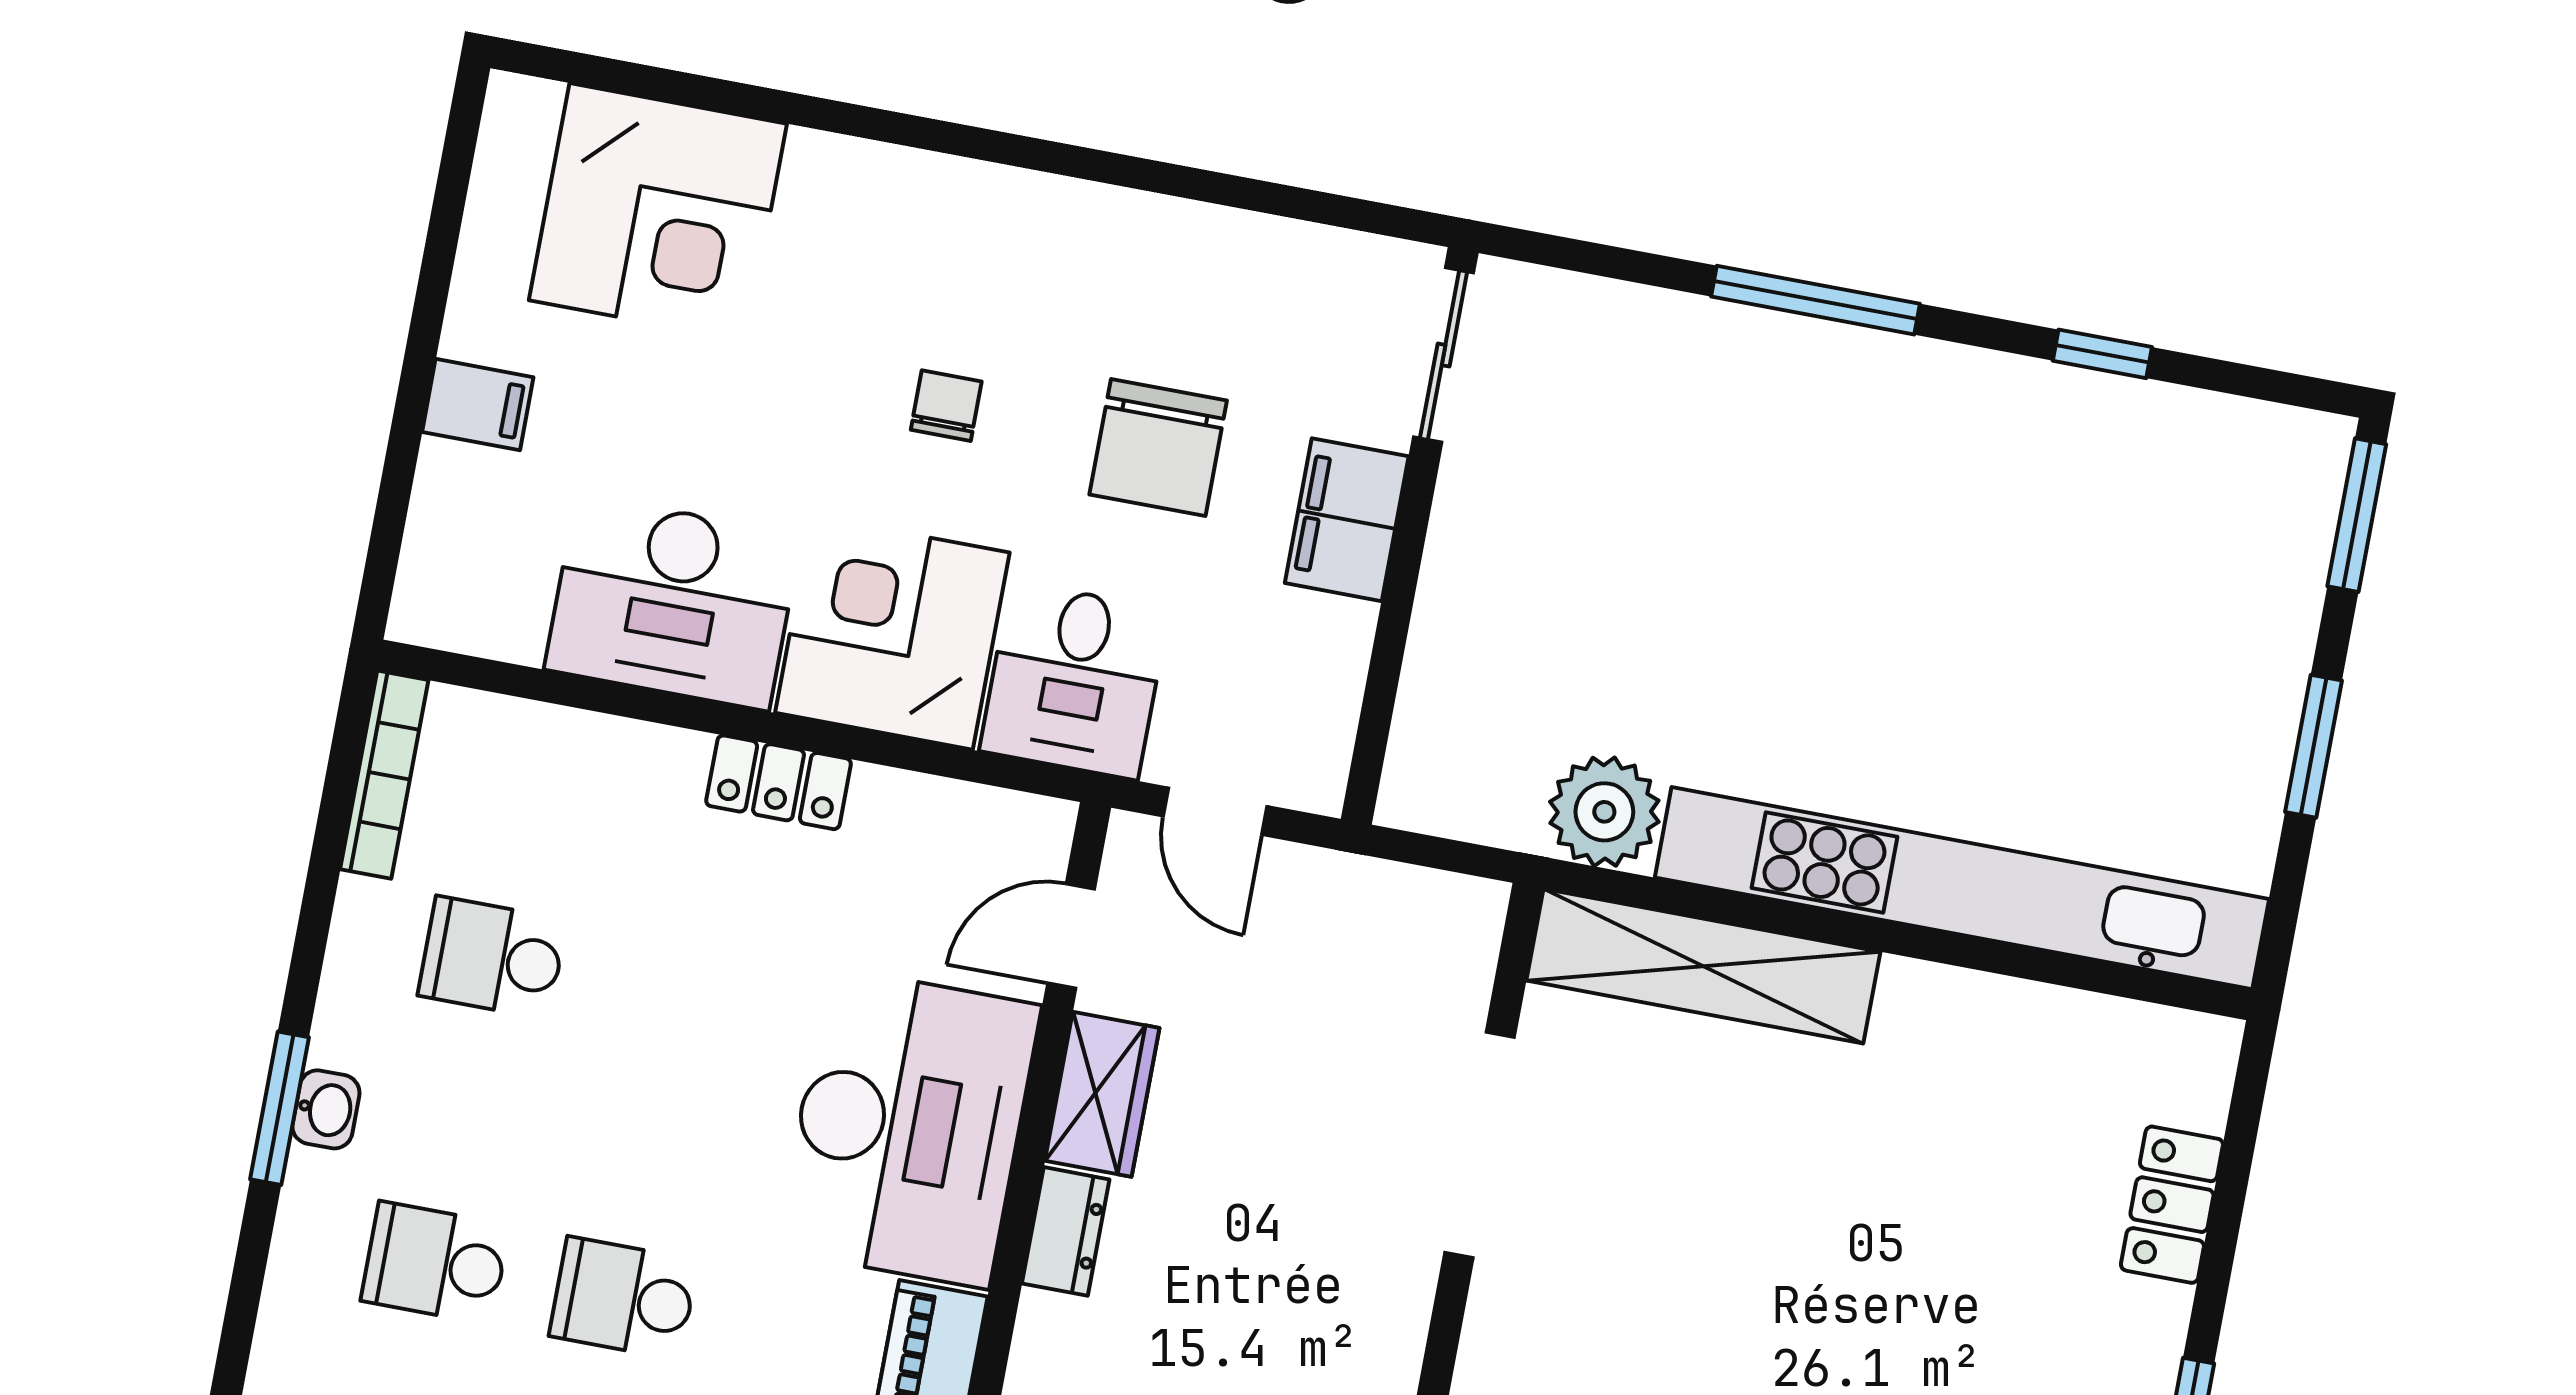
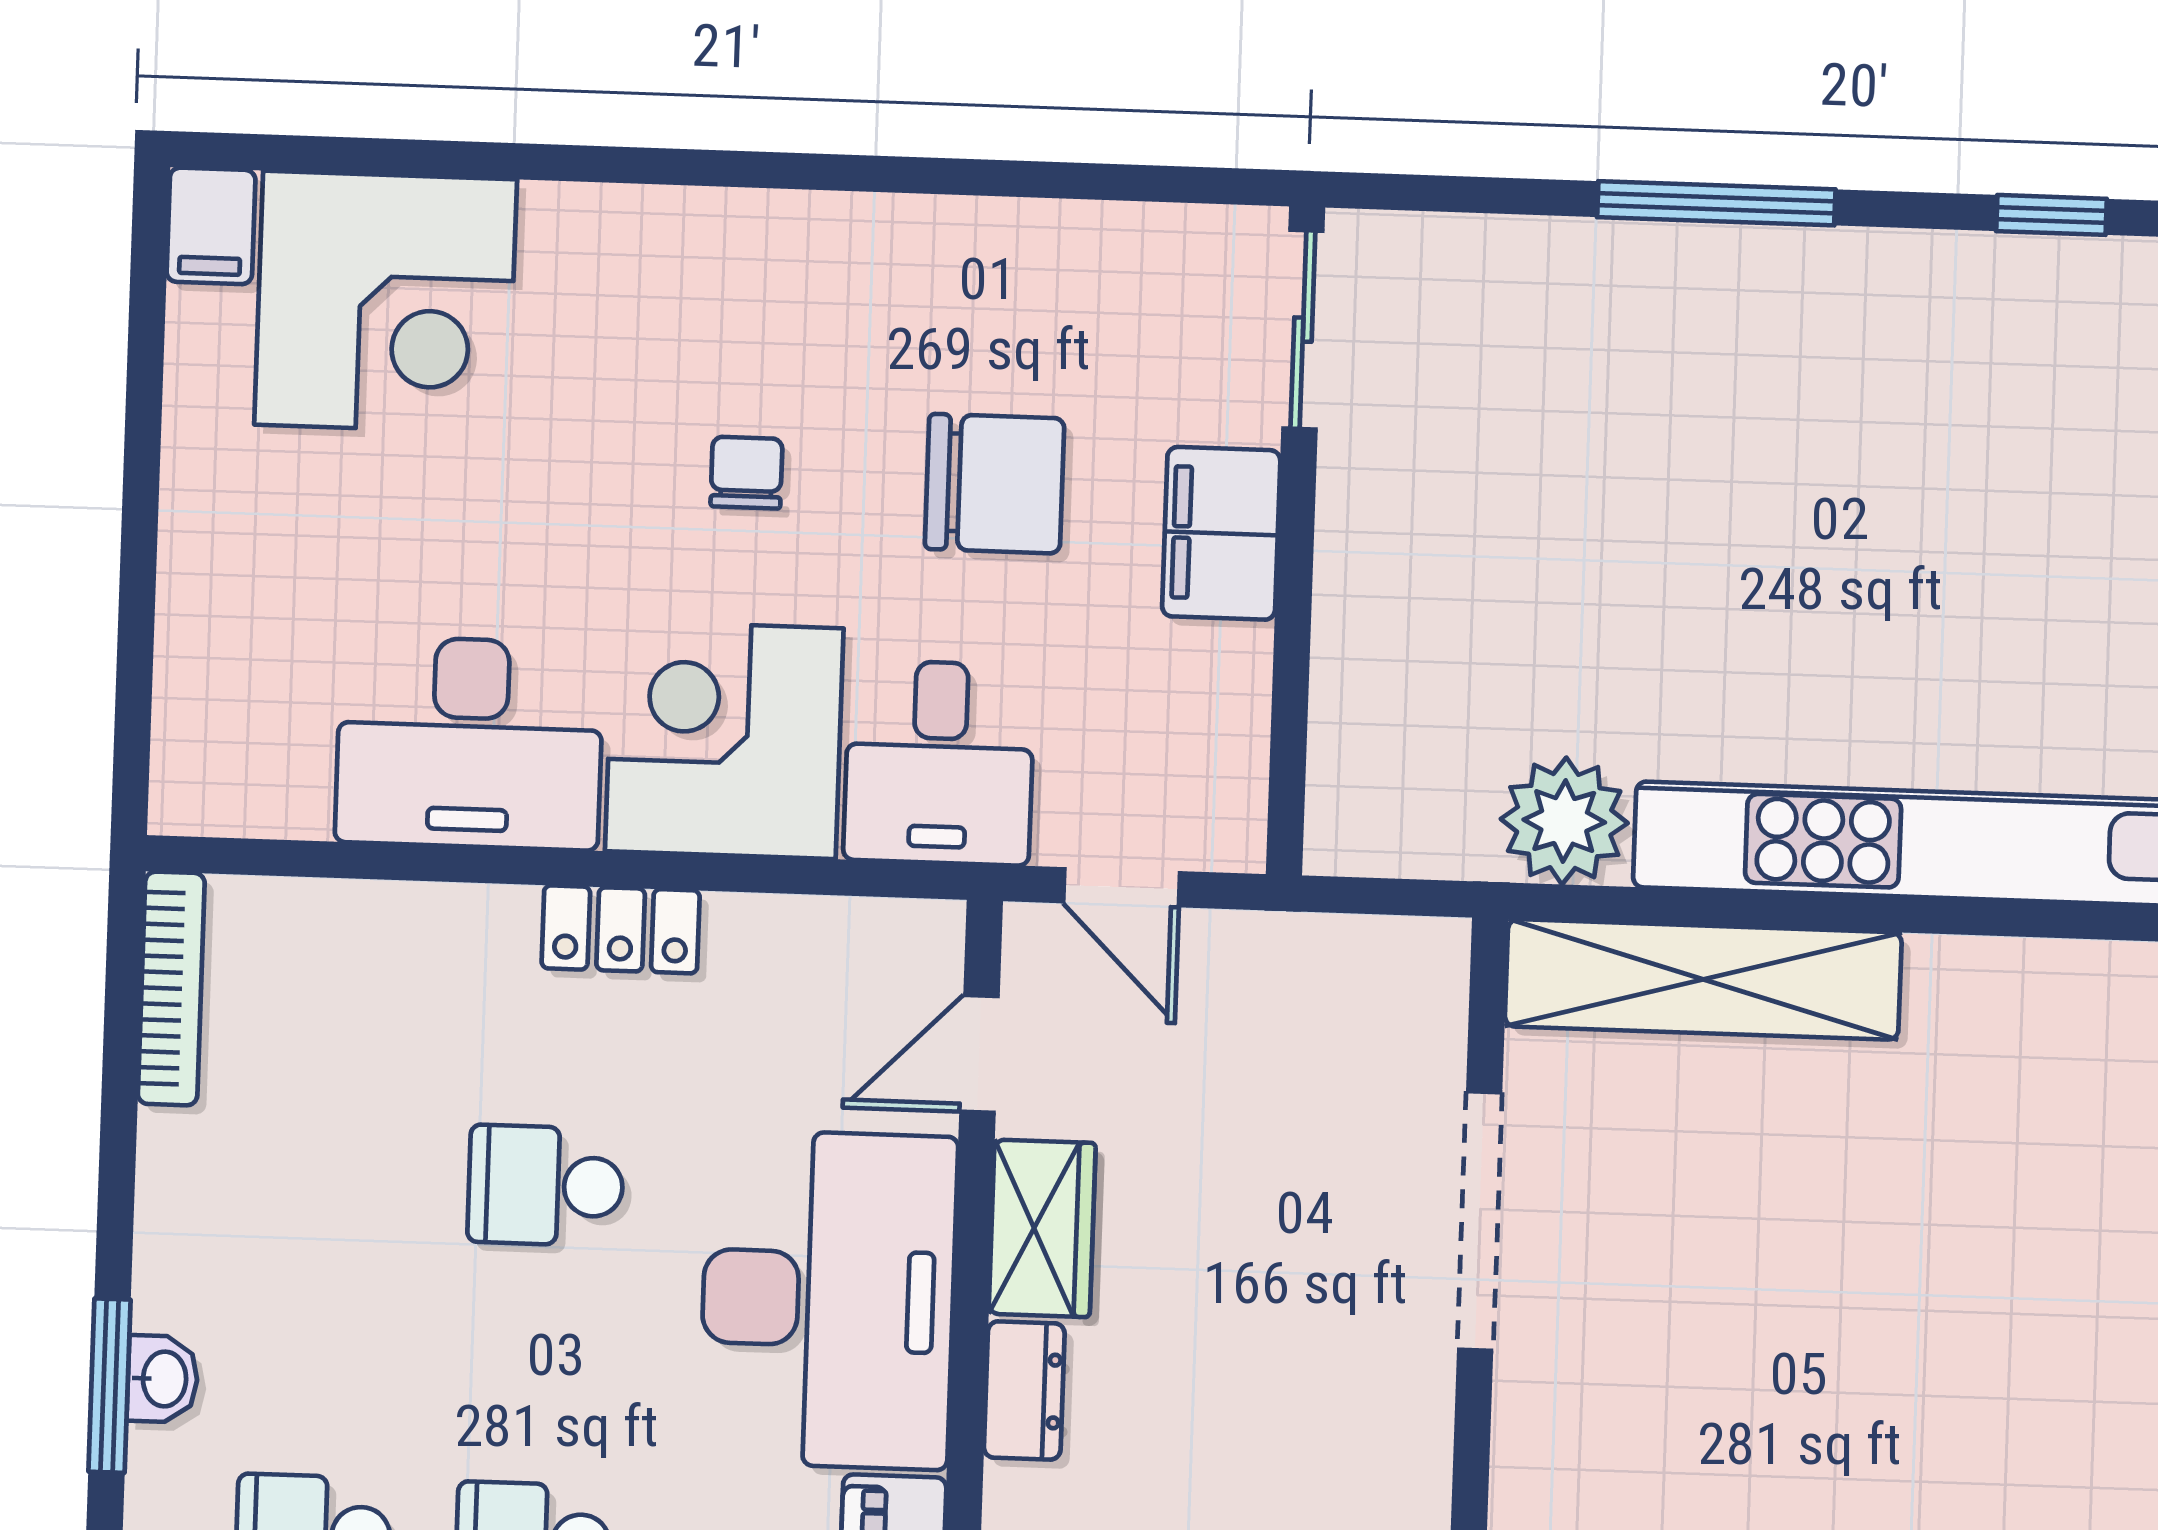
filing cabinet: (478, 405) -> (211, 226), moved, turned 90
chair: (1158, 448) -> (995, 484), turned -90
school desk: (492, 958) -> (546, 1186), moved

